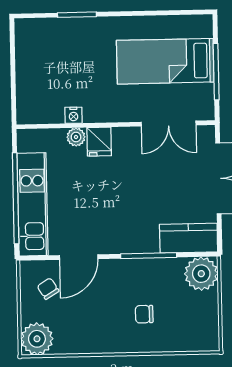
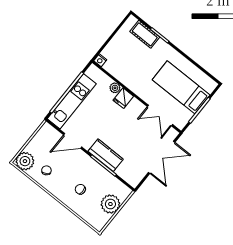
cot: (56, 30) -> (145, 34), added
nightstand: (73, 115) -> (100, 60), moved
kitchen counter: (189, 238) -> (106, 155), moved
plant: (201, 274) -> (110, 204), moved
chair: (48, 289) -> (46, 170), moved

